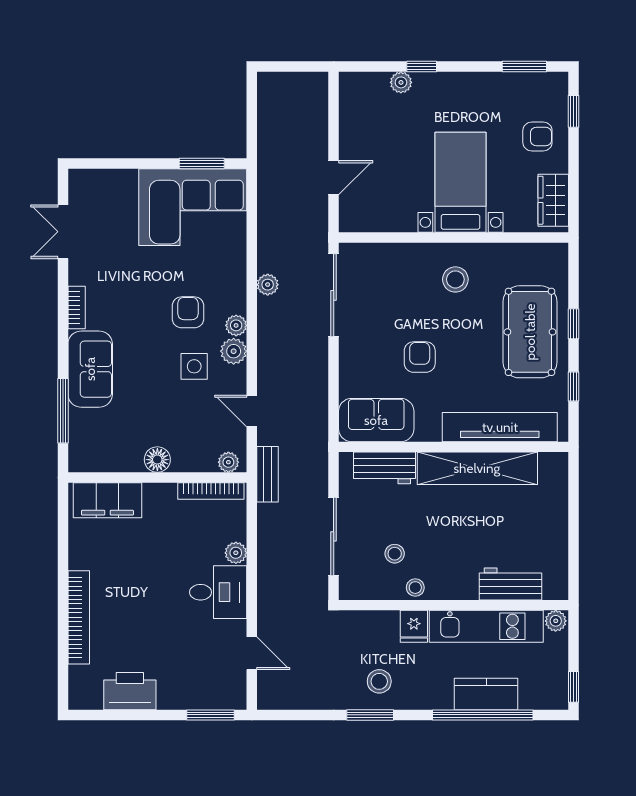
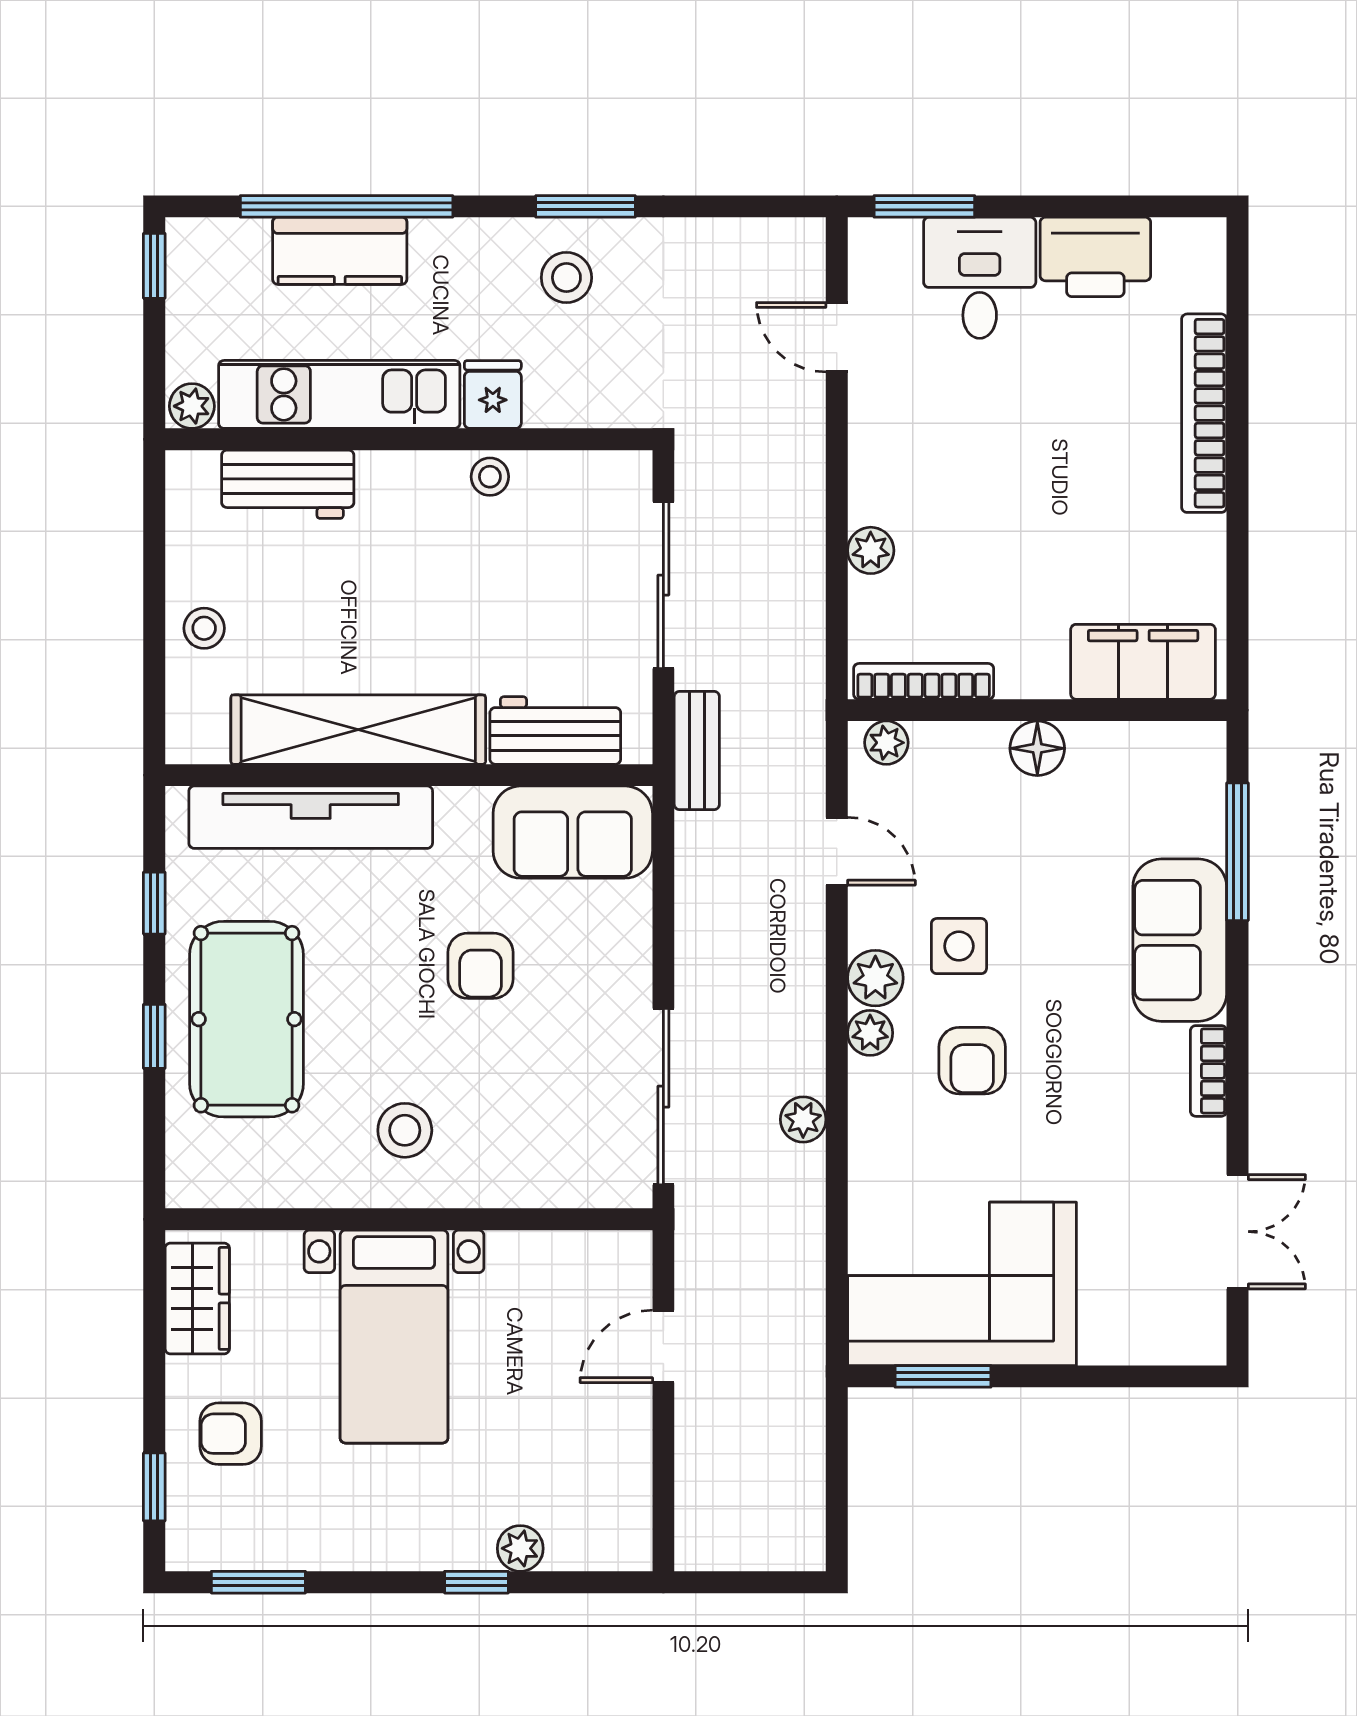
bench: (268, 474) -> (697, 750), moved
stool: (395, 554) -> (204, 628), moved
desk: (218, 592) -> (980, 278), moved, turned 90

